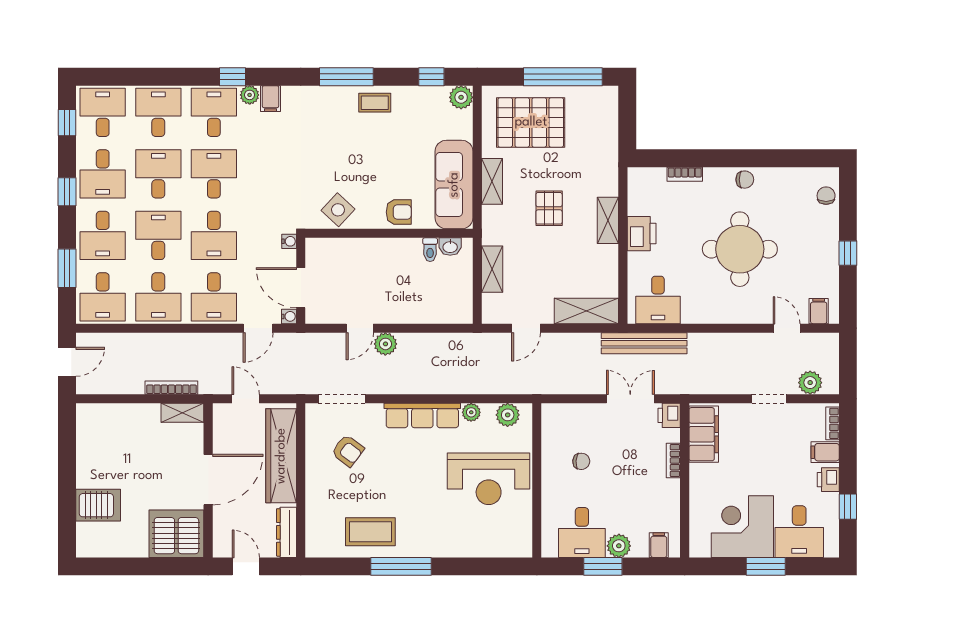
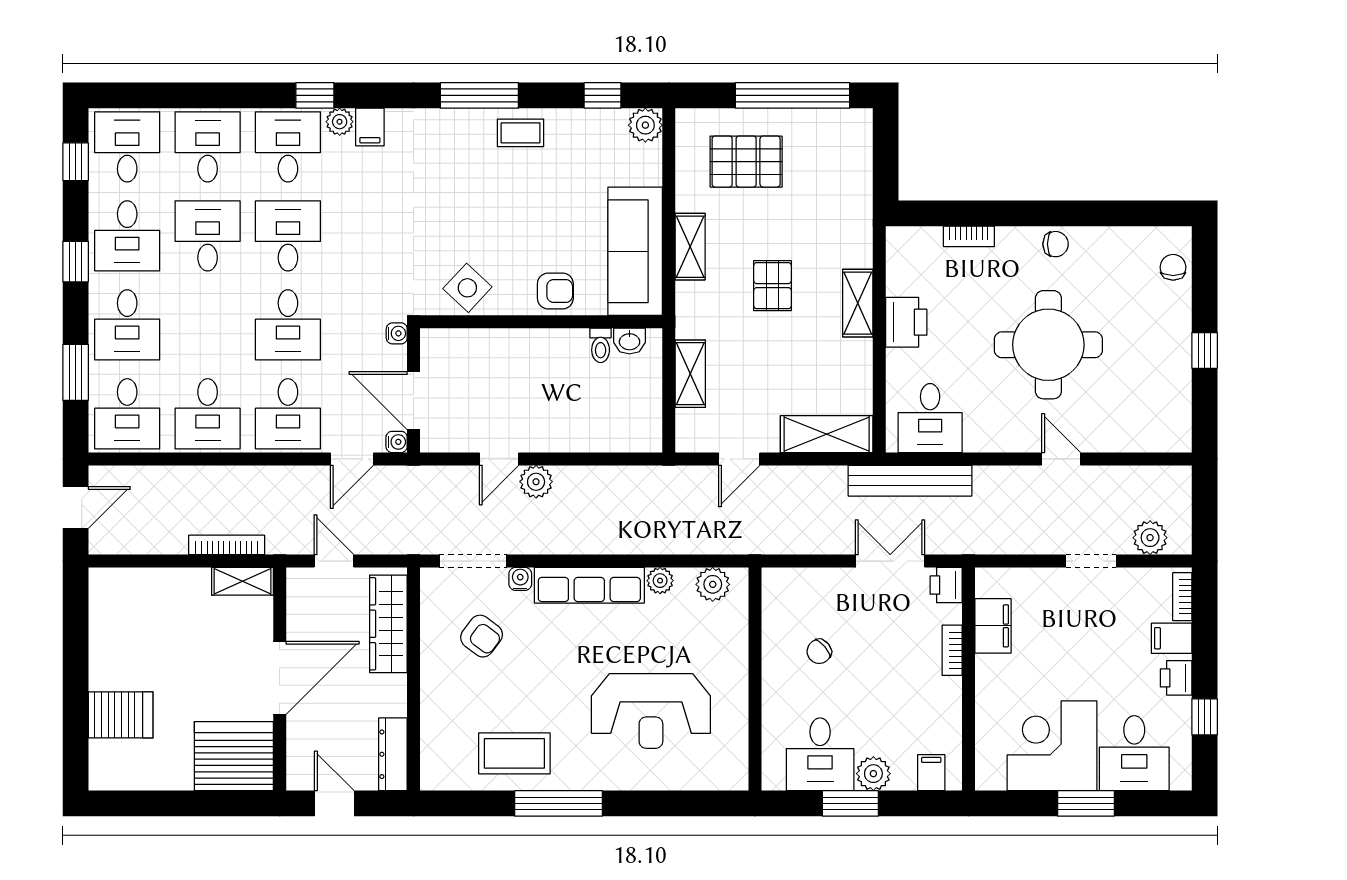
pallet: (531, 122) -> (746, 162), width x0.73, depth x0.71
desk: (158, 235) -> (208, 325), removed
filing cabinet: (819, 311) -> (1162, 434), removed
door: (787, 328) -> (1061, 459), moved
water cooler: (375, 411) -> (520, 579), added
filing cabinet: (704, 434) -> (993, 626), width x0.67, depth x0.86
wardrobe: (281, 456) -> (388, 624), width x0.71, depth x0.85
chair: (581, 461) -> (819, 651), turned 136
reception desk: (489, 479) -> (651, 711), moved

